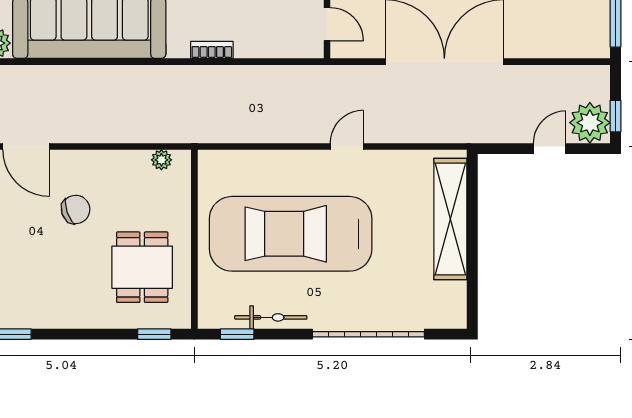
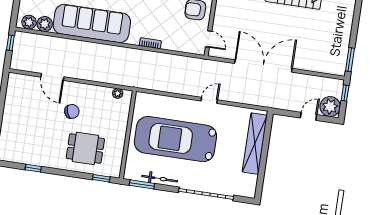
window: (615, 116) -> (345, 93), moved
dining table: (142, 267) -> (85, 148), moved, turned 90
window: (237, 334) -> (142, 184), width x1.50

